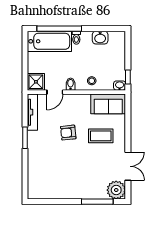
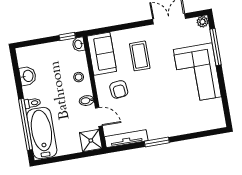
armchair: (68, 133) -> (119, 89), moved
corner sofa: (78, 182) -> (197, 73), added
plant: (116, 190) -> (203, 22), width x0.53, depth x0.53

